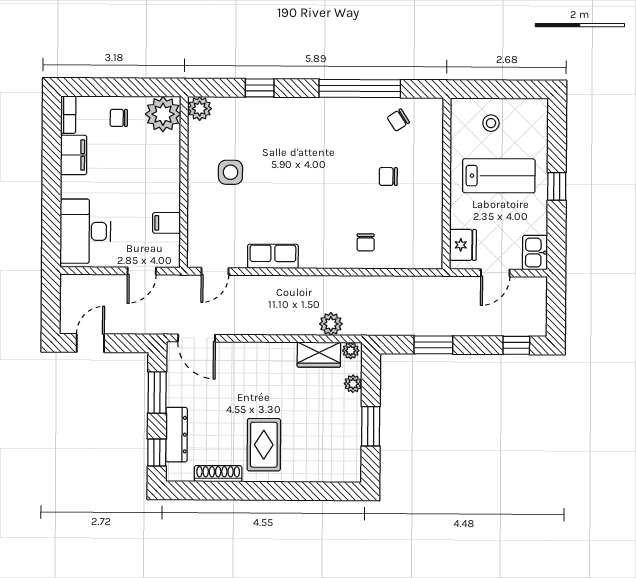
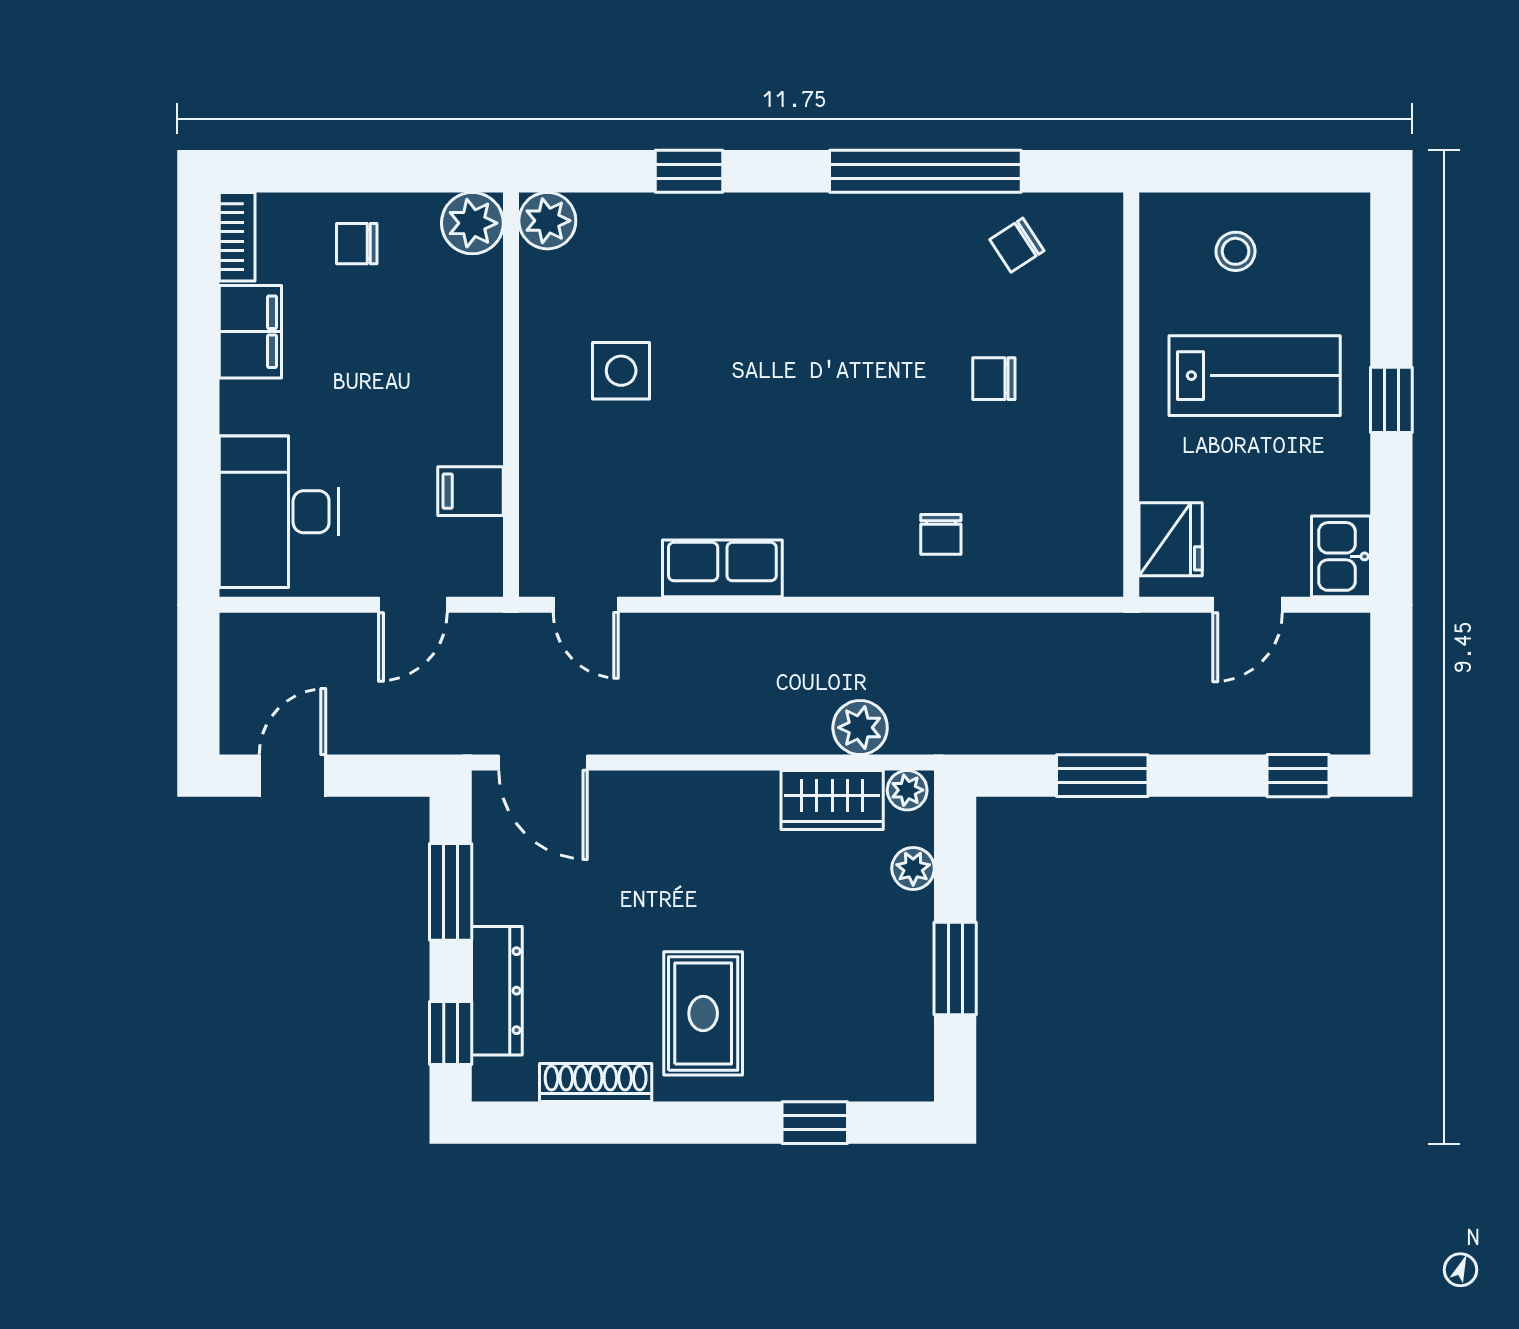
plant: (163, 114) -> (472, 223), width x0.73, depth x0.73
door: (215, 271) -> (586, 605), hinge flipped
window: (311, 491) -> (815, 1123), added

